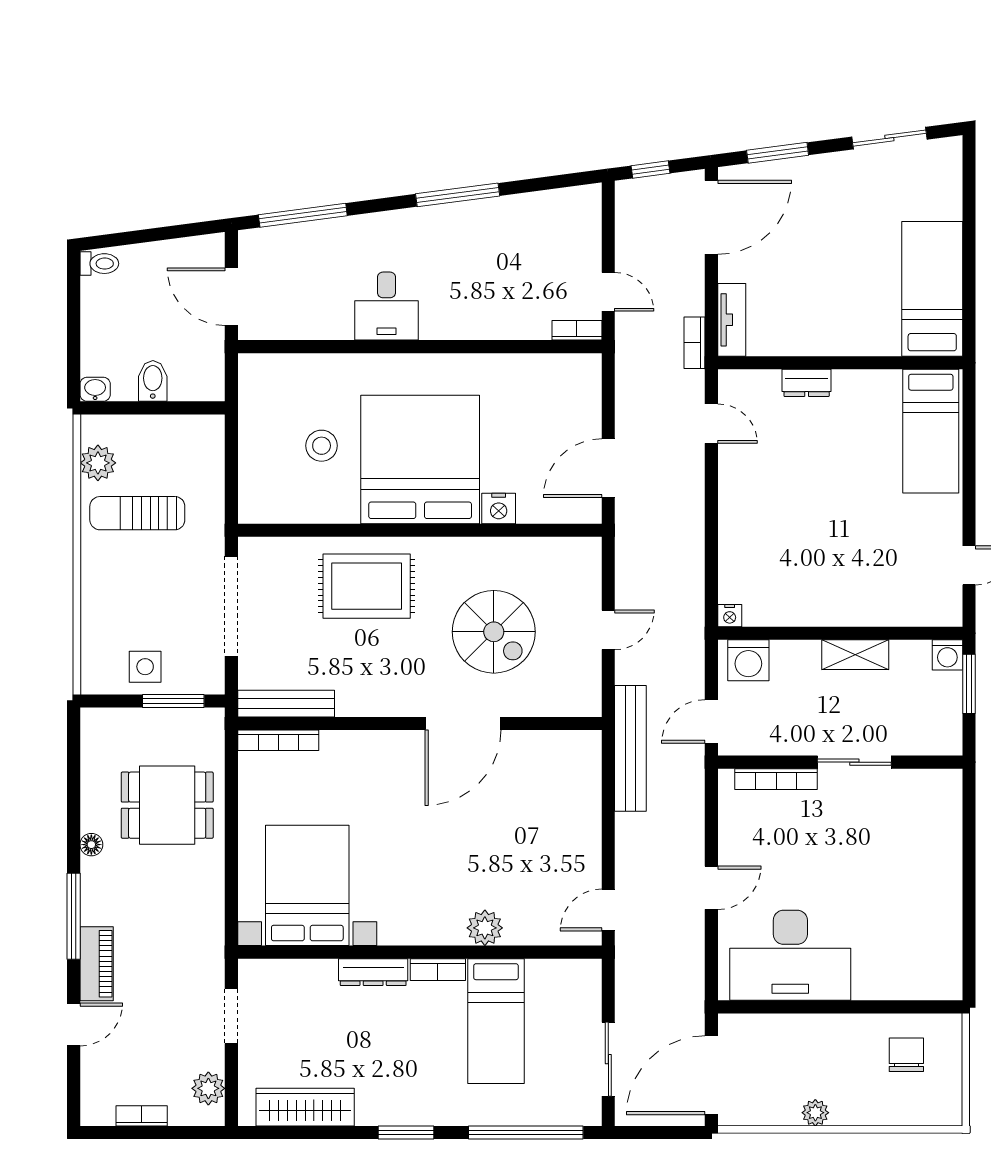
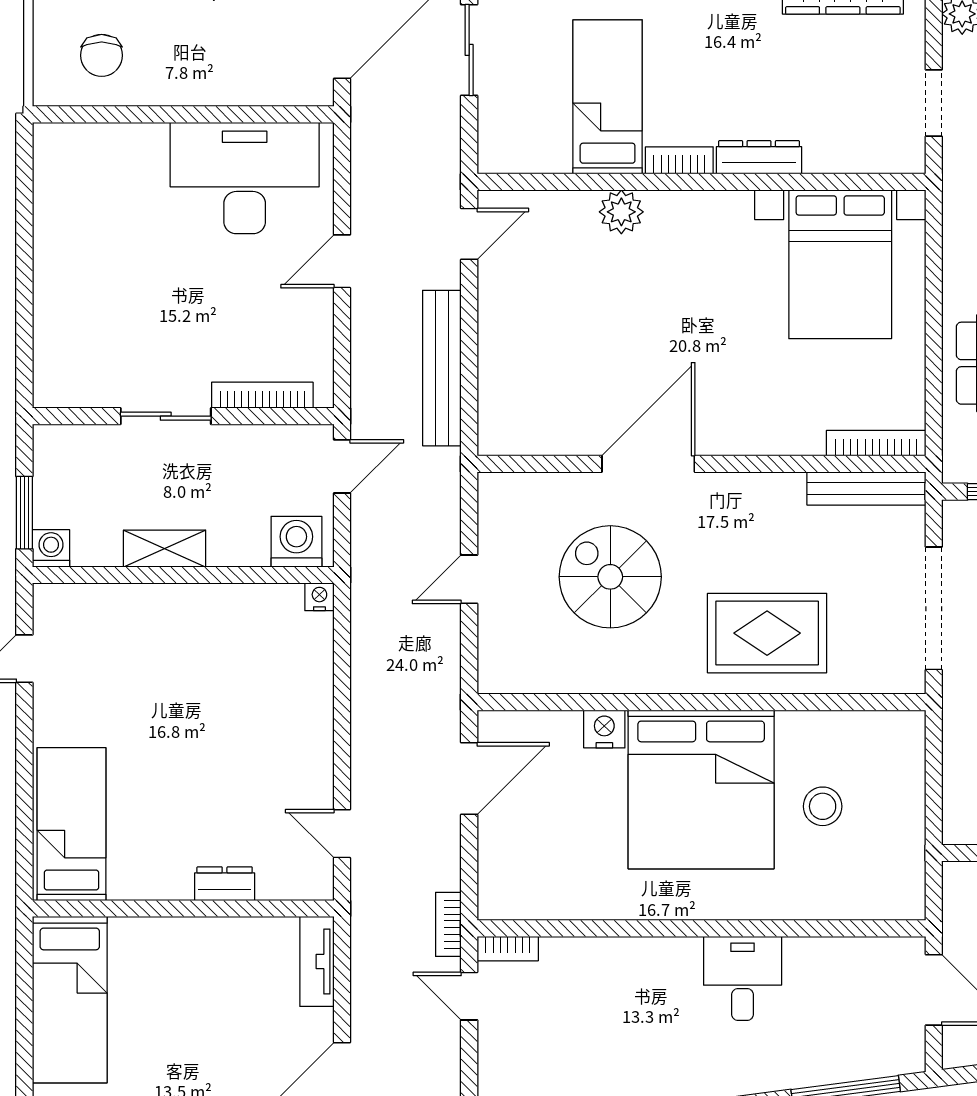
bookcase: (694, 343) -> (448, 924), moved, turned 180
bench: (630, 748) -> (442, 368), moved

